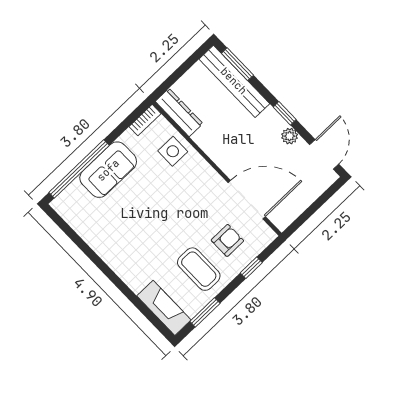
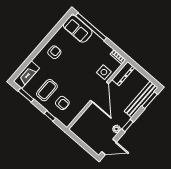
sofa: (108, 170) -> (78, 29), moved
door: (247, 200) -> (100, 92), moved
armchair: (124, 247) -> (54, 52), added

